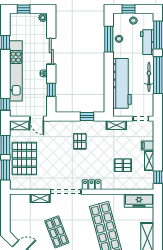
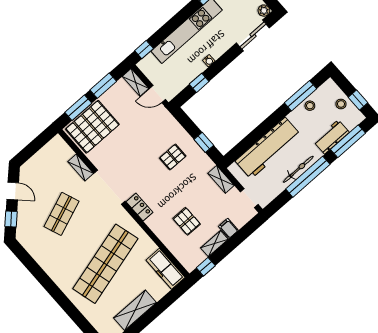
window: (129, 9) -> (358, 100), moved
sliding door: (51, 51) -> (253, 35), moved
door: (37, 119) -> (157, 94), hinge flipped
pallet: (24, 159) -> (92, 127), moved

